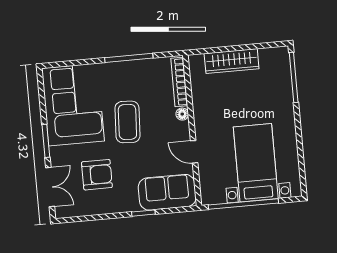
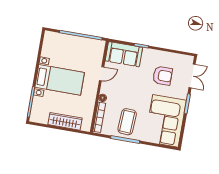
coffee table: (127, 122) -> (127, 122), moved
door: (194, 152) -> (102, 74), hinge flipped
bed with nightstands: (256, 163) -> (60, 80), moved, turned -90
armchair: (97, 175) -> (163, 76), turned 180
double door: (50, 187) -> (192, 76), swing flipped

